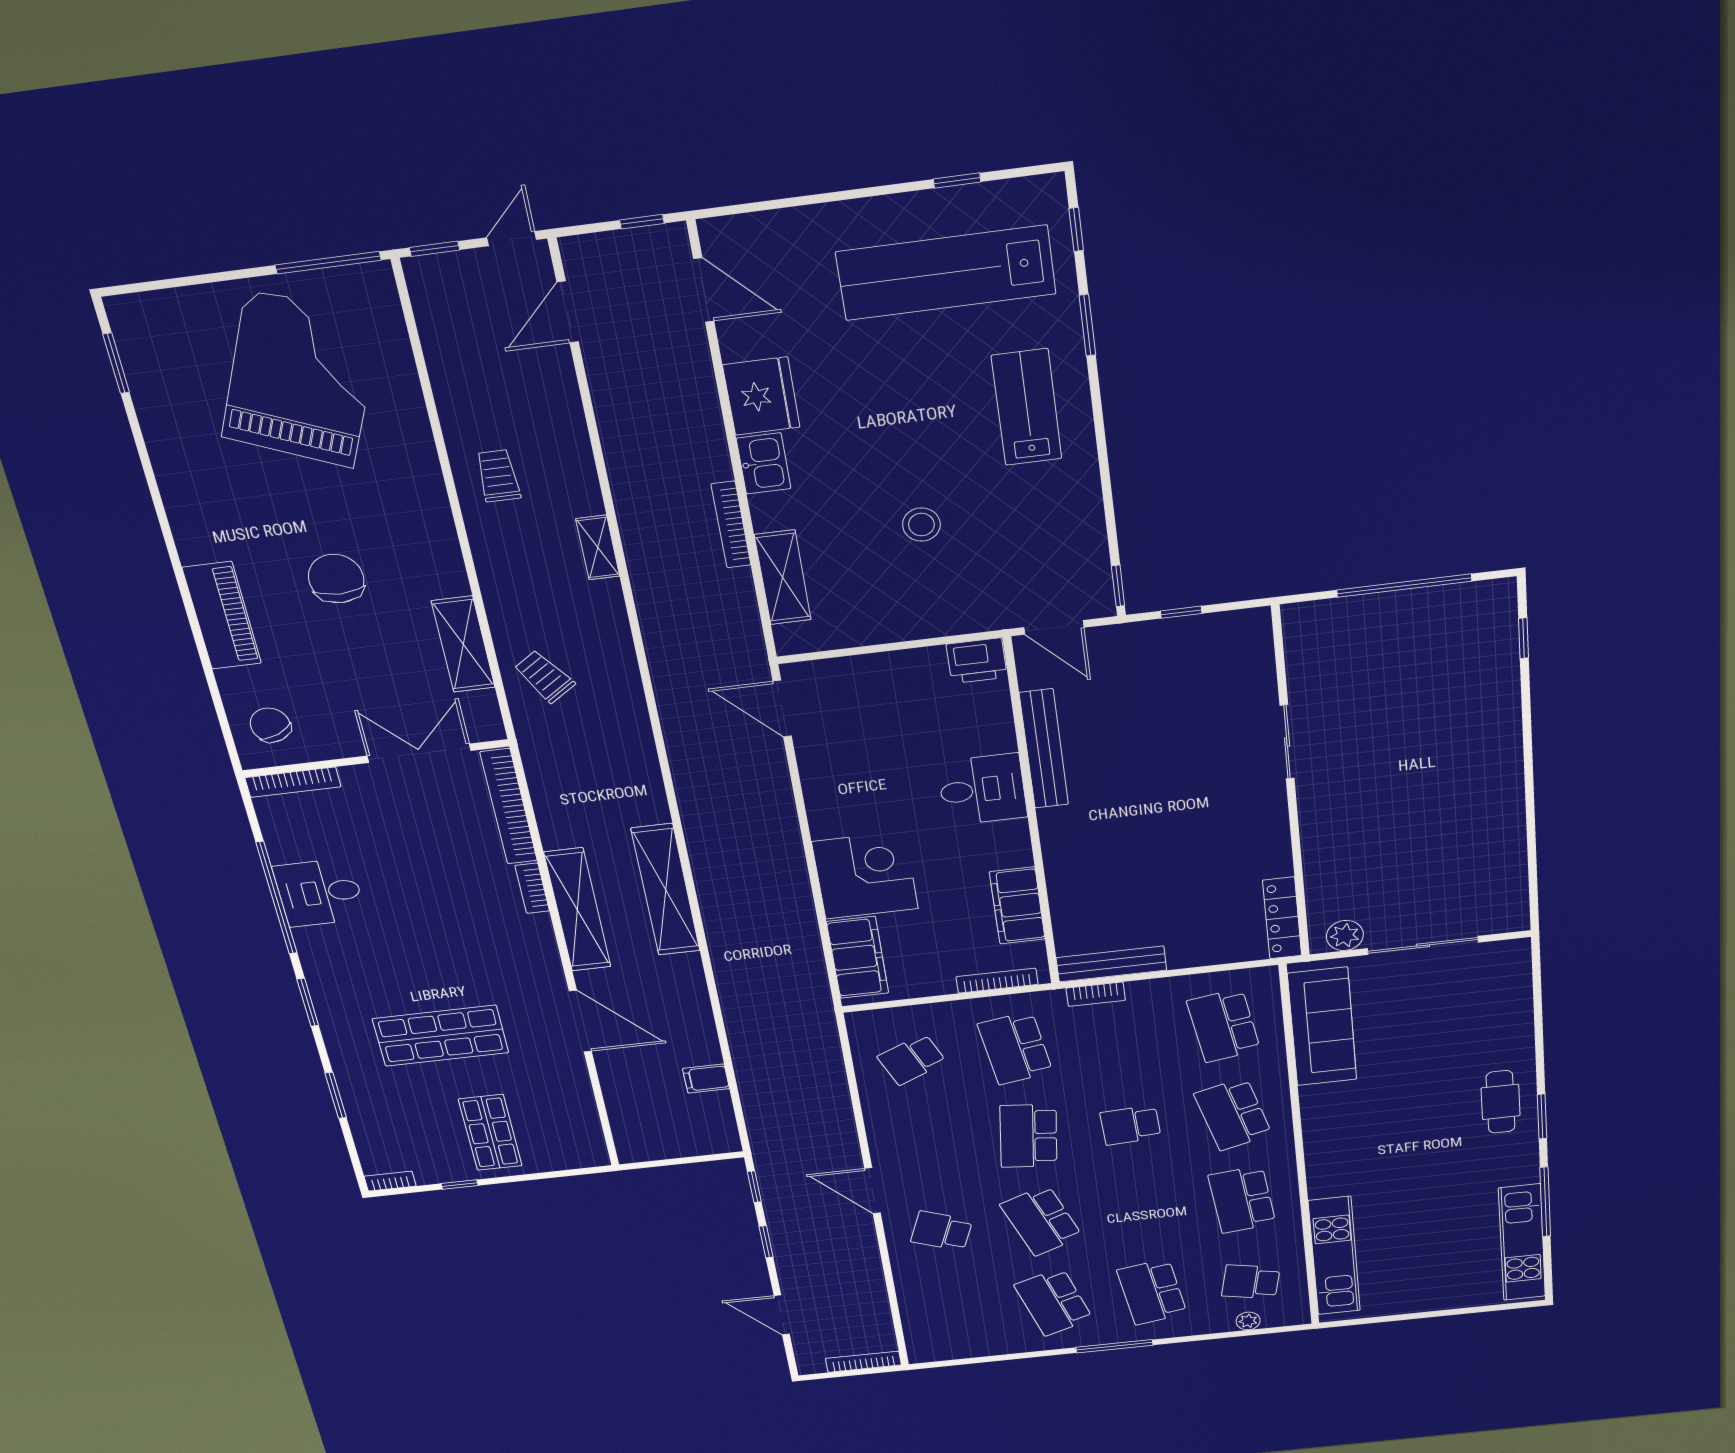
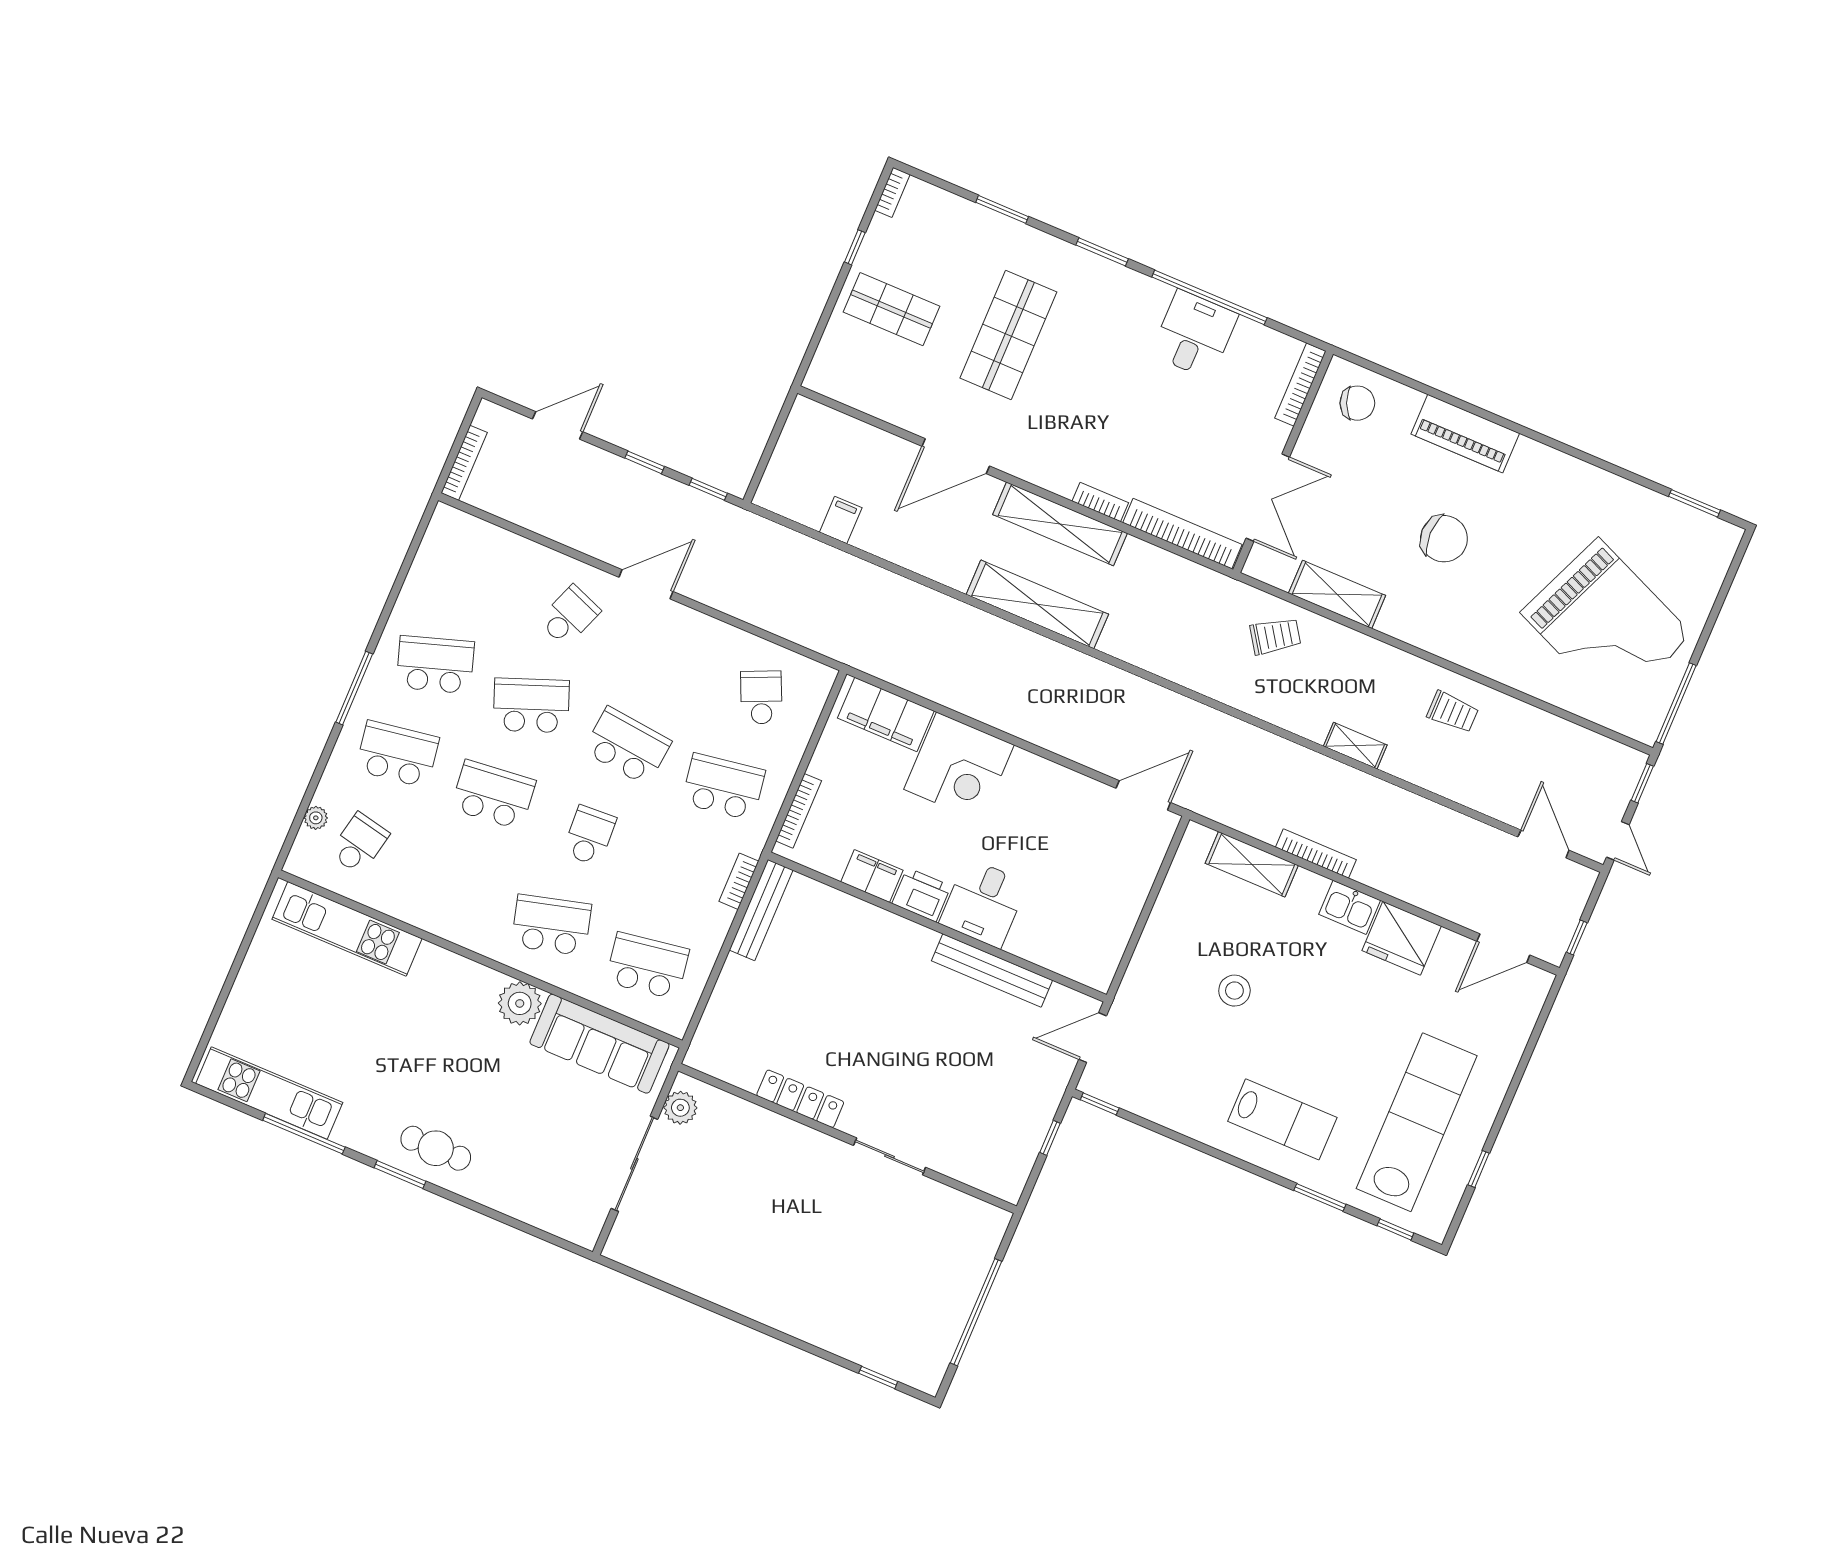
printer: (977, 661) -> (921, 895), moved, turned 90
filing cabinet: (1017, 906) -> (872, 876), width x0.67, depth x0.86
locker: (1282, 918) -> (800, 1099), moved
plant: (1322, 1103) -> (520, 1003), added
school desk: (1242, 1200) -> (493, 795), moved

